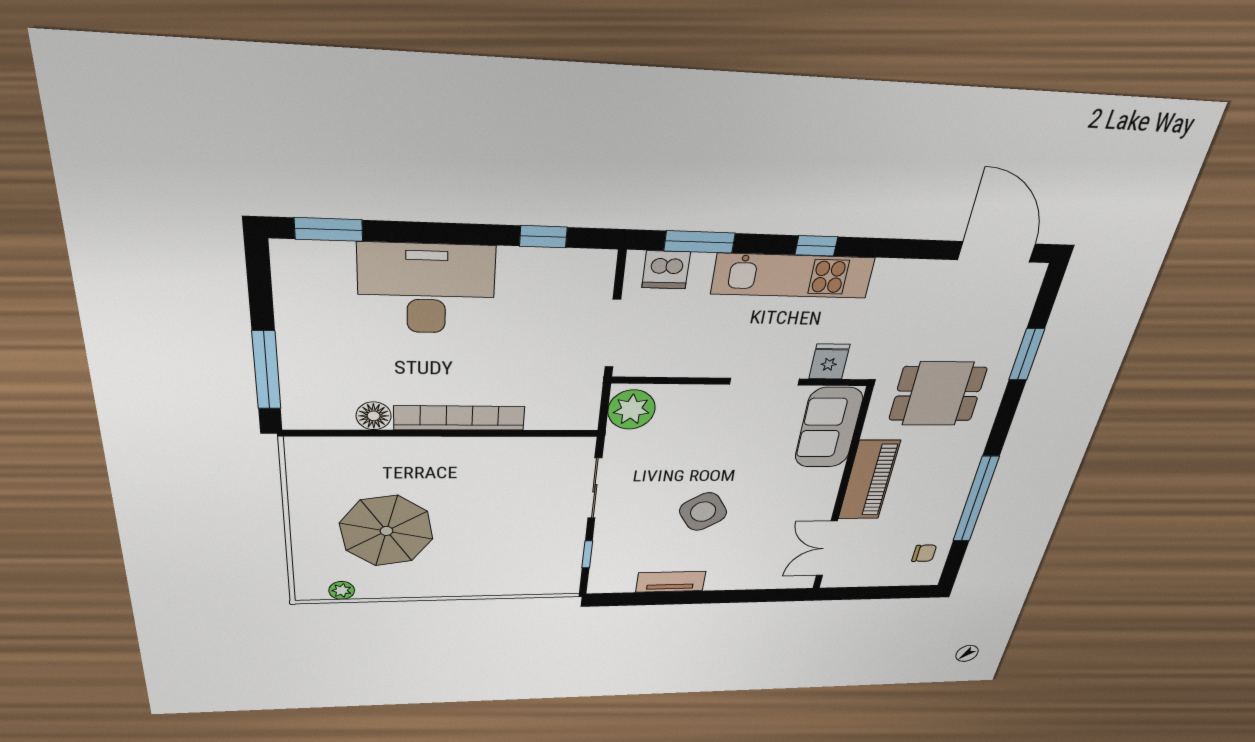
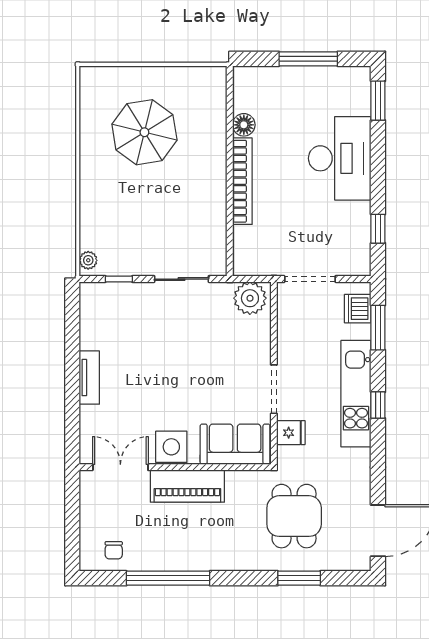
window: (266, 370) -> (308, 59), moved
dining table: (938, 394) -> (294, 516), moved
side table: (703, 512) -> (171, 447), moved, turned 33
tv unit: (671, 582) -> (89, 378), moved
plant: (342, 590) -> (88, 260), moved

